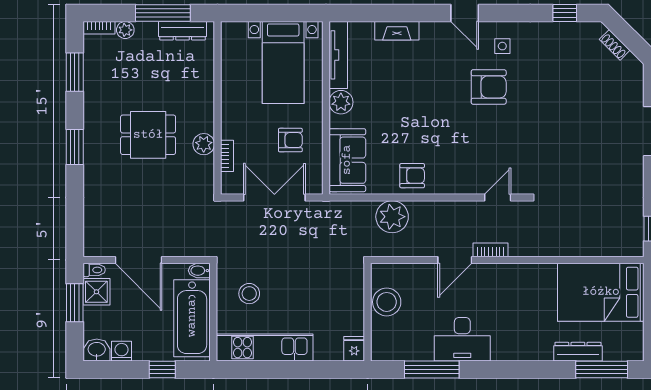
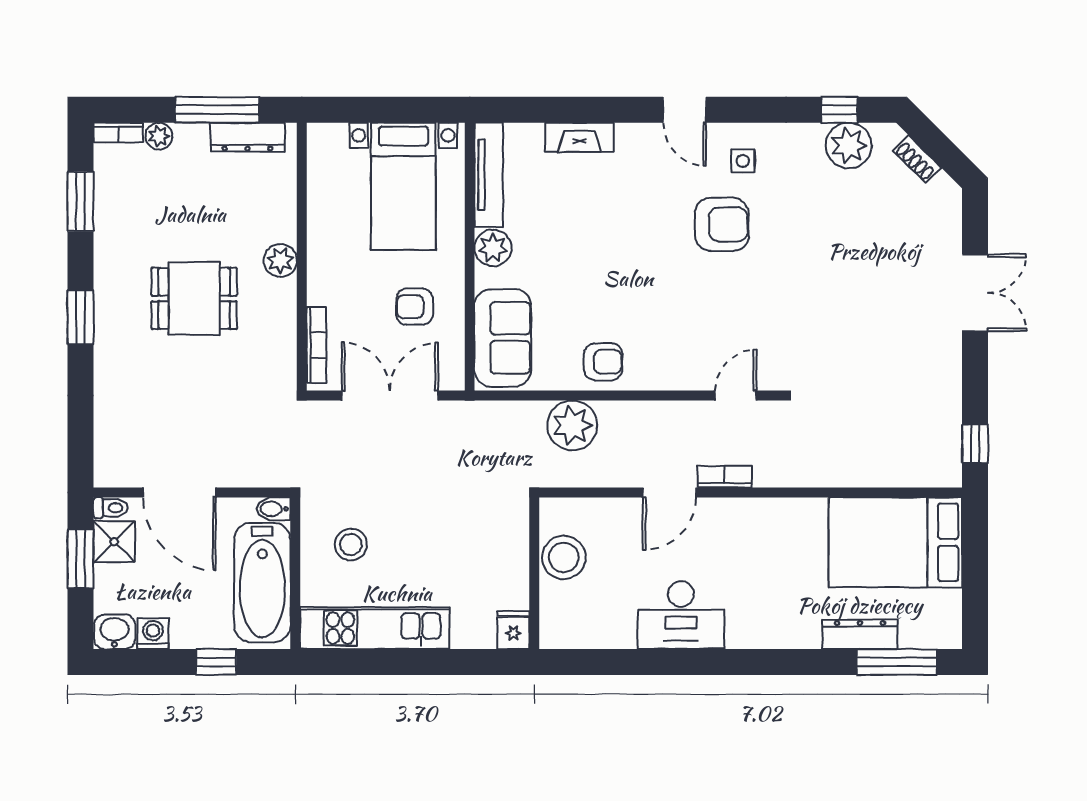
plant: (571, 36) -> (849, 146), added
armchair: (290, 140) -> (415, 307), turned 180
plant: (204, 144) -> (280, 260), moved
bookcase: (227, 156) -> (316, 345), width x1.56
window: (432, 369) -> (634, 662), removed

